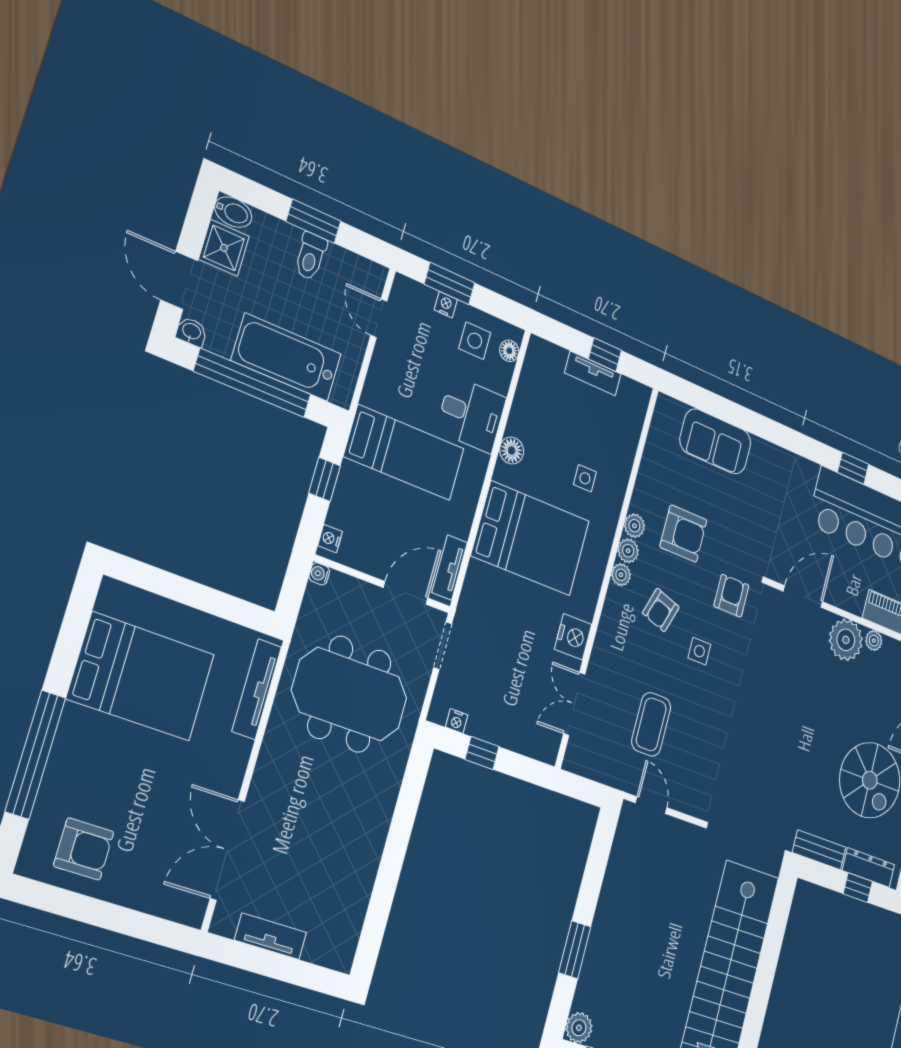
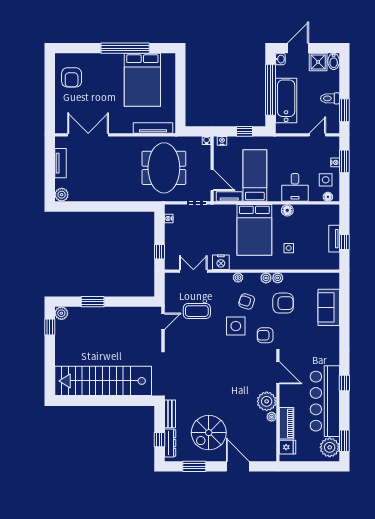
window: (313, 221) -> (344, 110), moved
bed: (404, 453) -> (255, 176), moved, turned 180
armchair: (683, 534) -> (283, 303), turned -90
plant: (621, 575) -> (238, 278), moved
armchair: (731, 596) -> (265, 335), turned 180
side table: (699, 651) -> (236, 326), width x1.87, depth x1.87
window: (482, 753) -> (159, 252), moved
window: (35, 754) -> (125, 48), moved
plant: (340, 954) -> (62, 195), added

